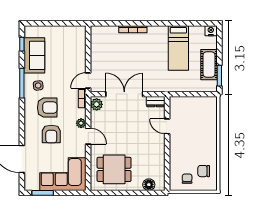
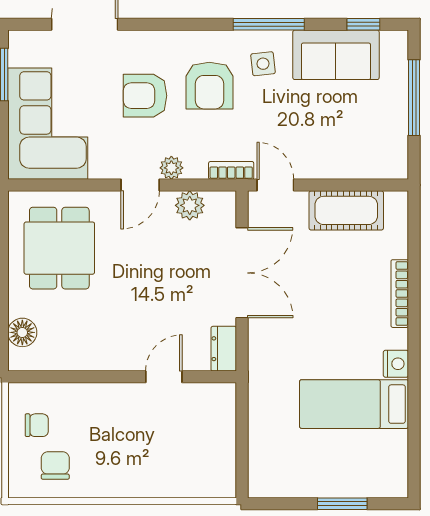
window: (52, 23) -> (414, 98), added
nightstand: (211, 31) -> (396, 364), moved
cot: (209, 65) -> (346, 210), moved
window: (219, 76) -> (342, 504), moved
plant: (97, 104) -> (190, 205), moved

